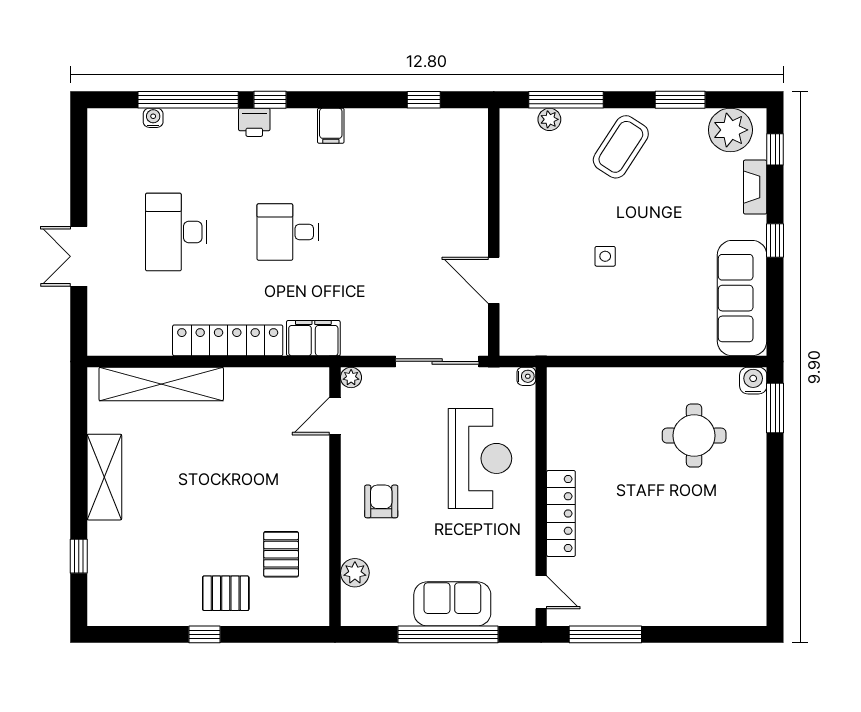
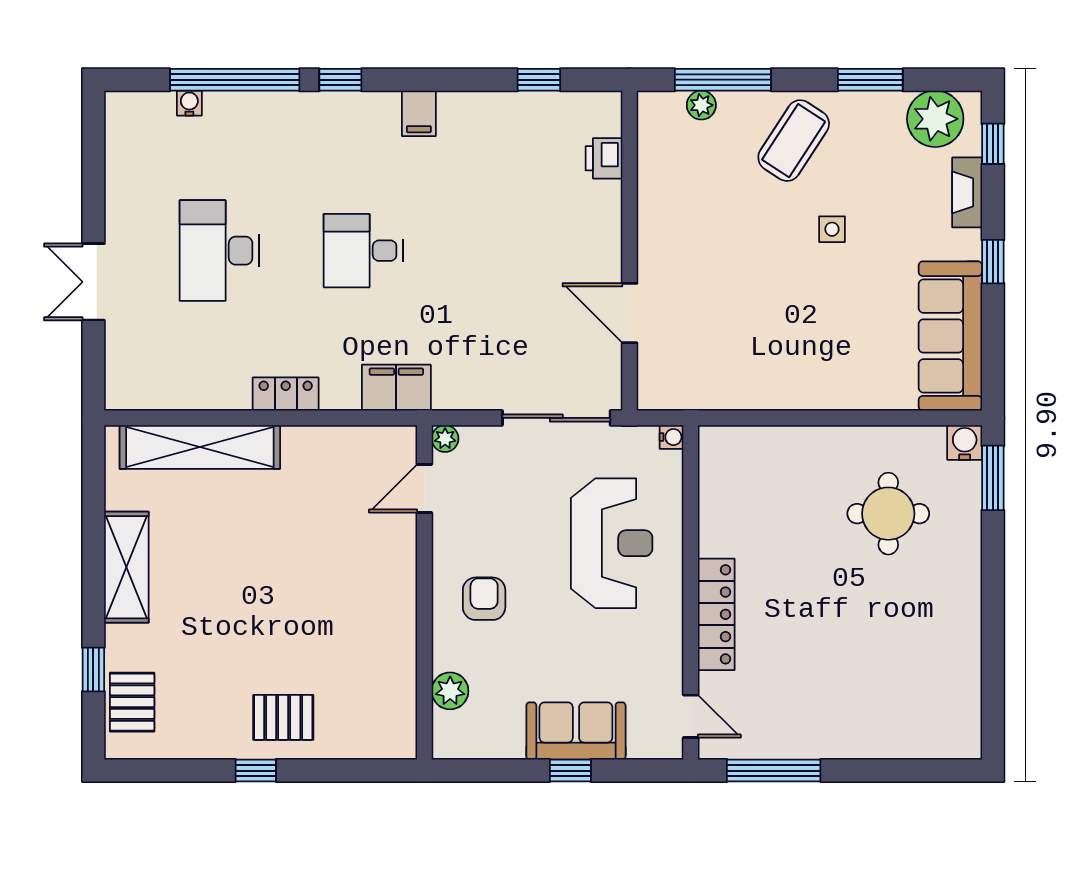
printer: (254, 122) -> (604, 158), moved, turned 90
side table: (605, 256) -> (832, 229), moved
locker: (228, 340) -> (286, 394), width x0.46, depth x0.83
pallet: (281, 554) -> (132, 702), moved
window: (448, 634) -> (570, 771), width x0.32

